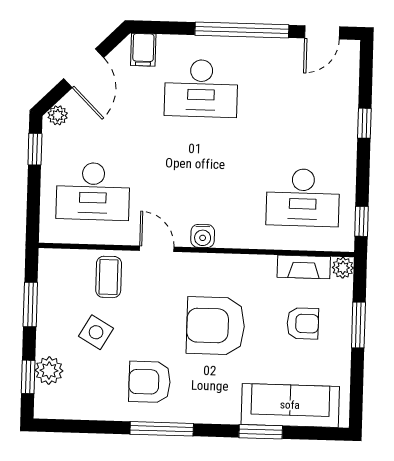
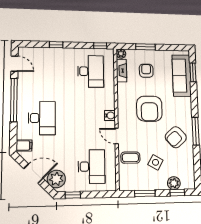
plant: (58, 115) -> (56, 179), width x1.88, depth x1.88
door: (157, 249) -> (117, 136), hinge flipped
armchair: (150, 382) -> (176, 137), turned 48
window: (261, 432) -> (193, 72), moved

